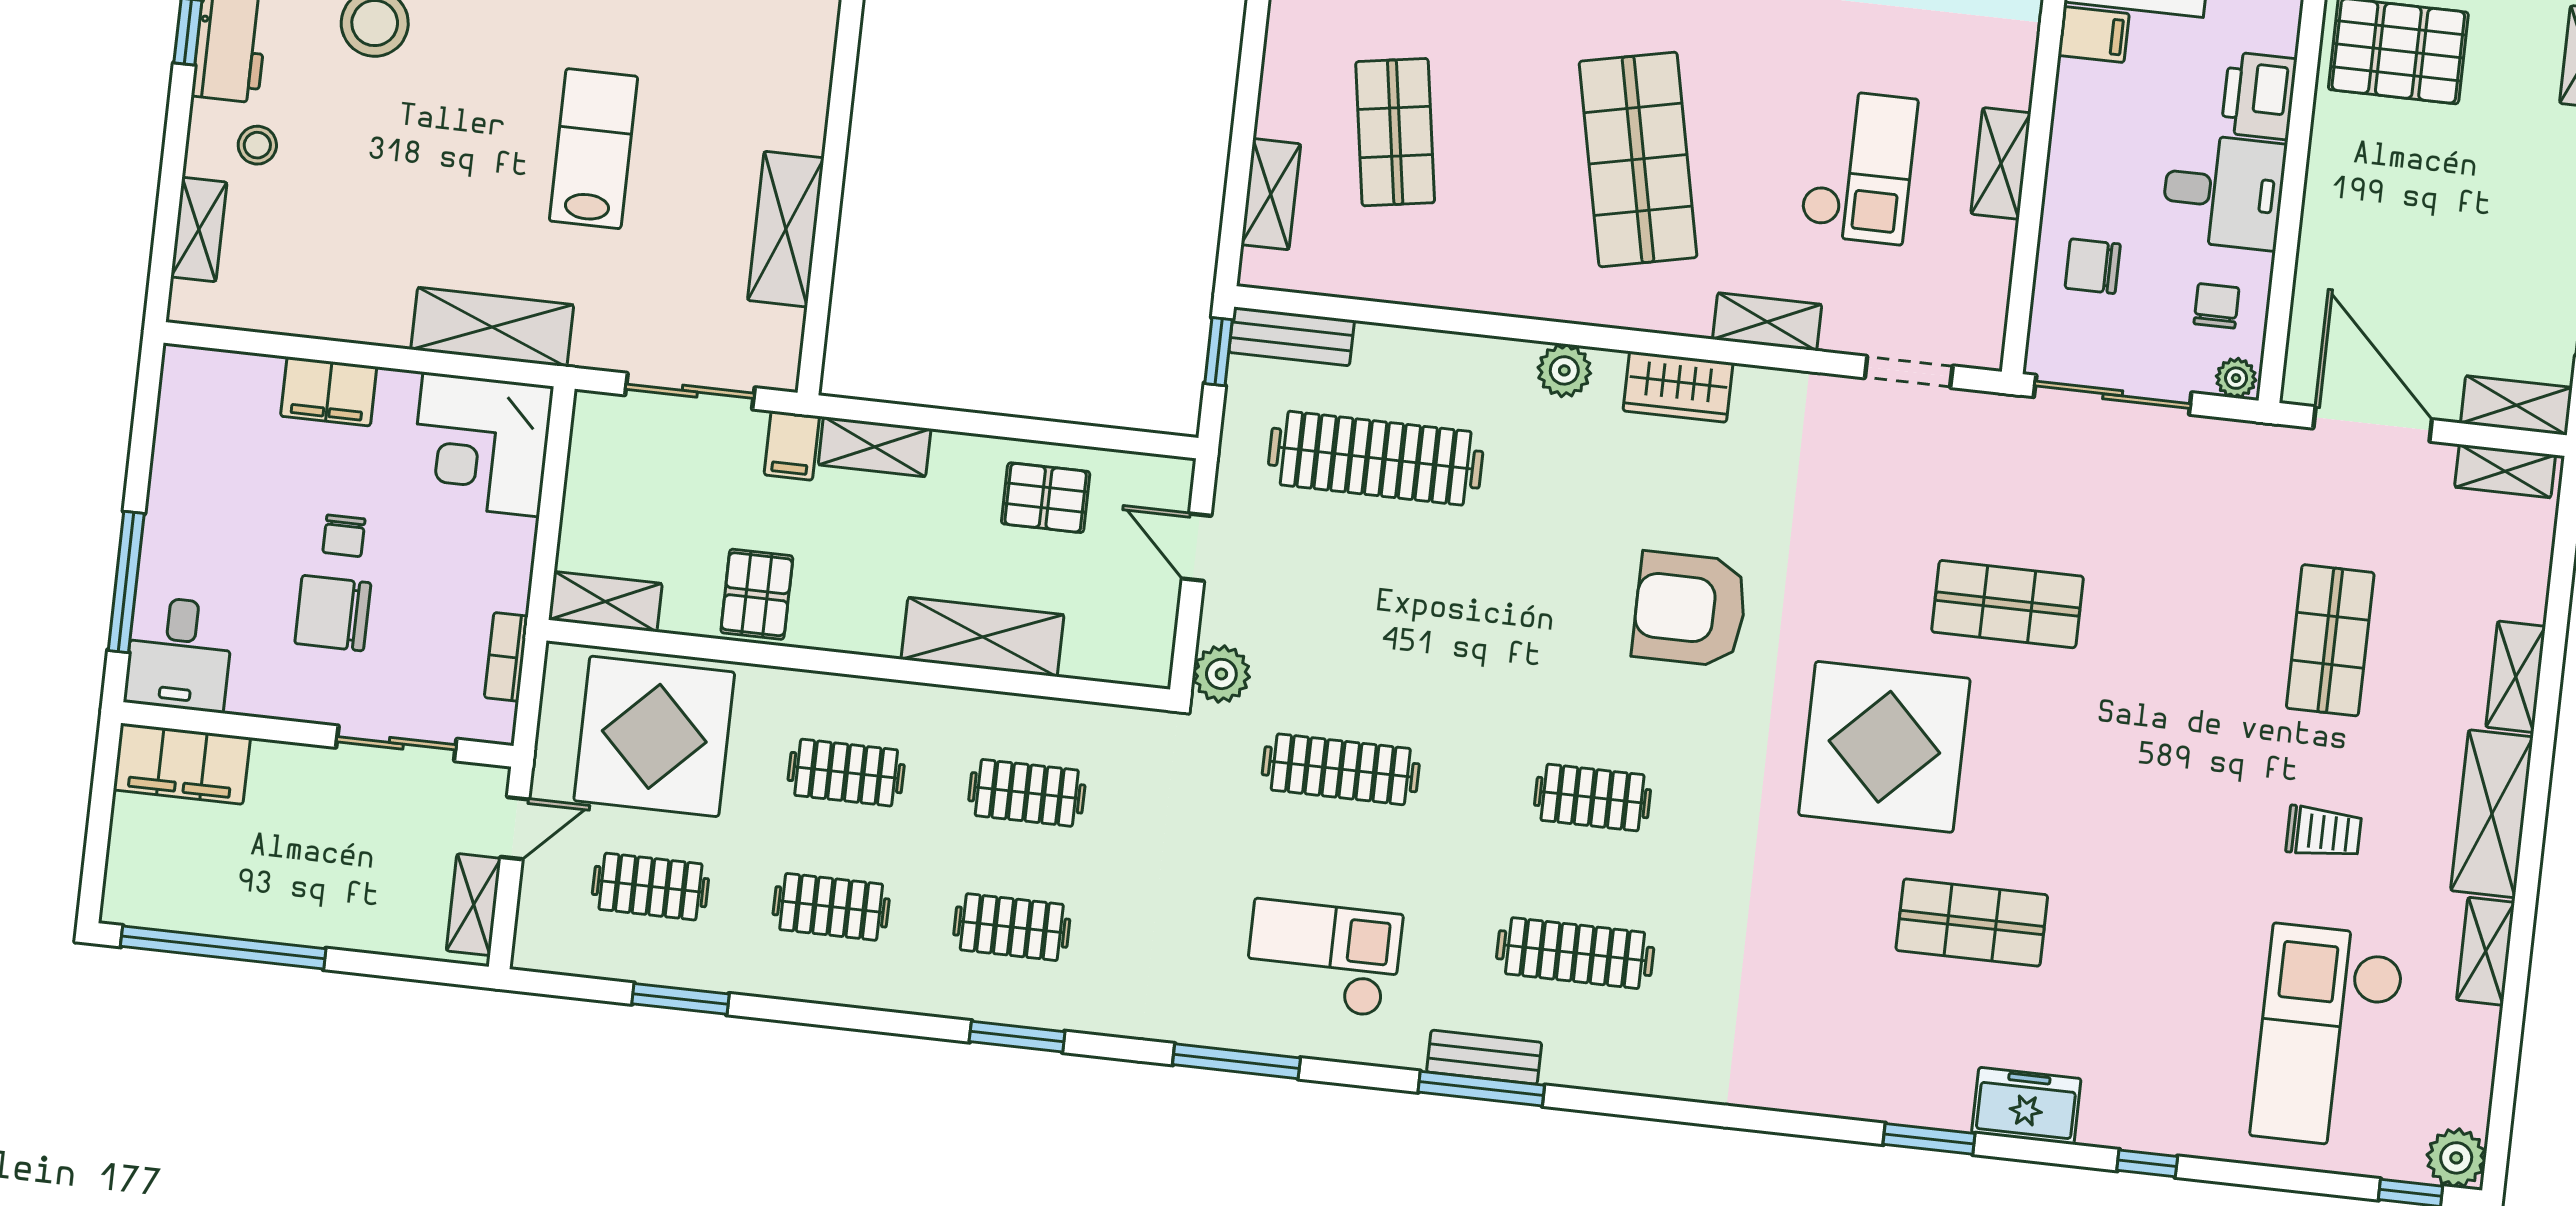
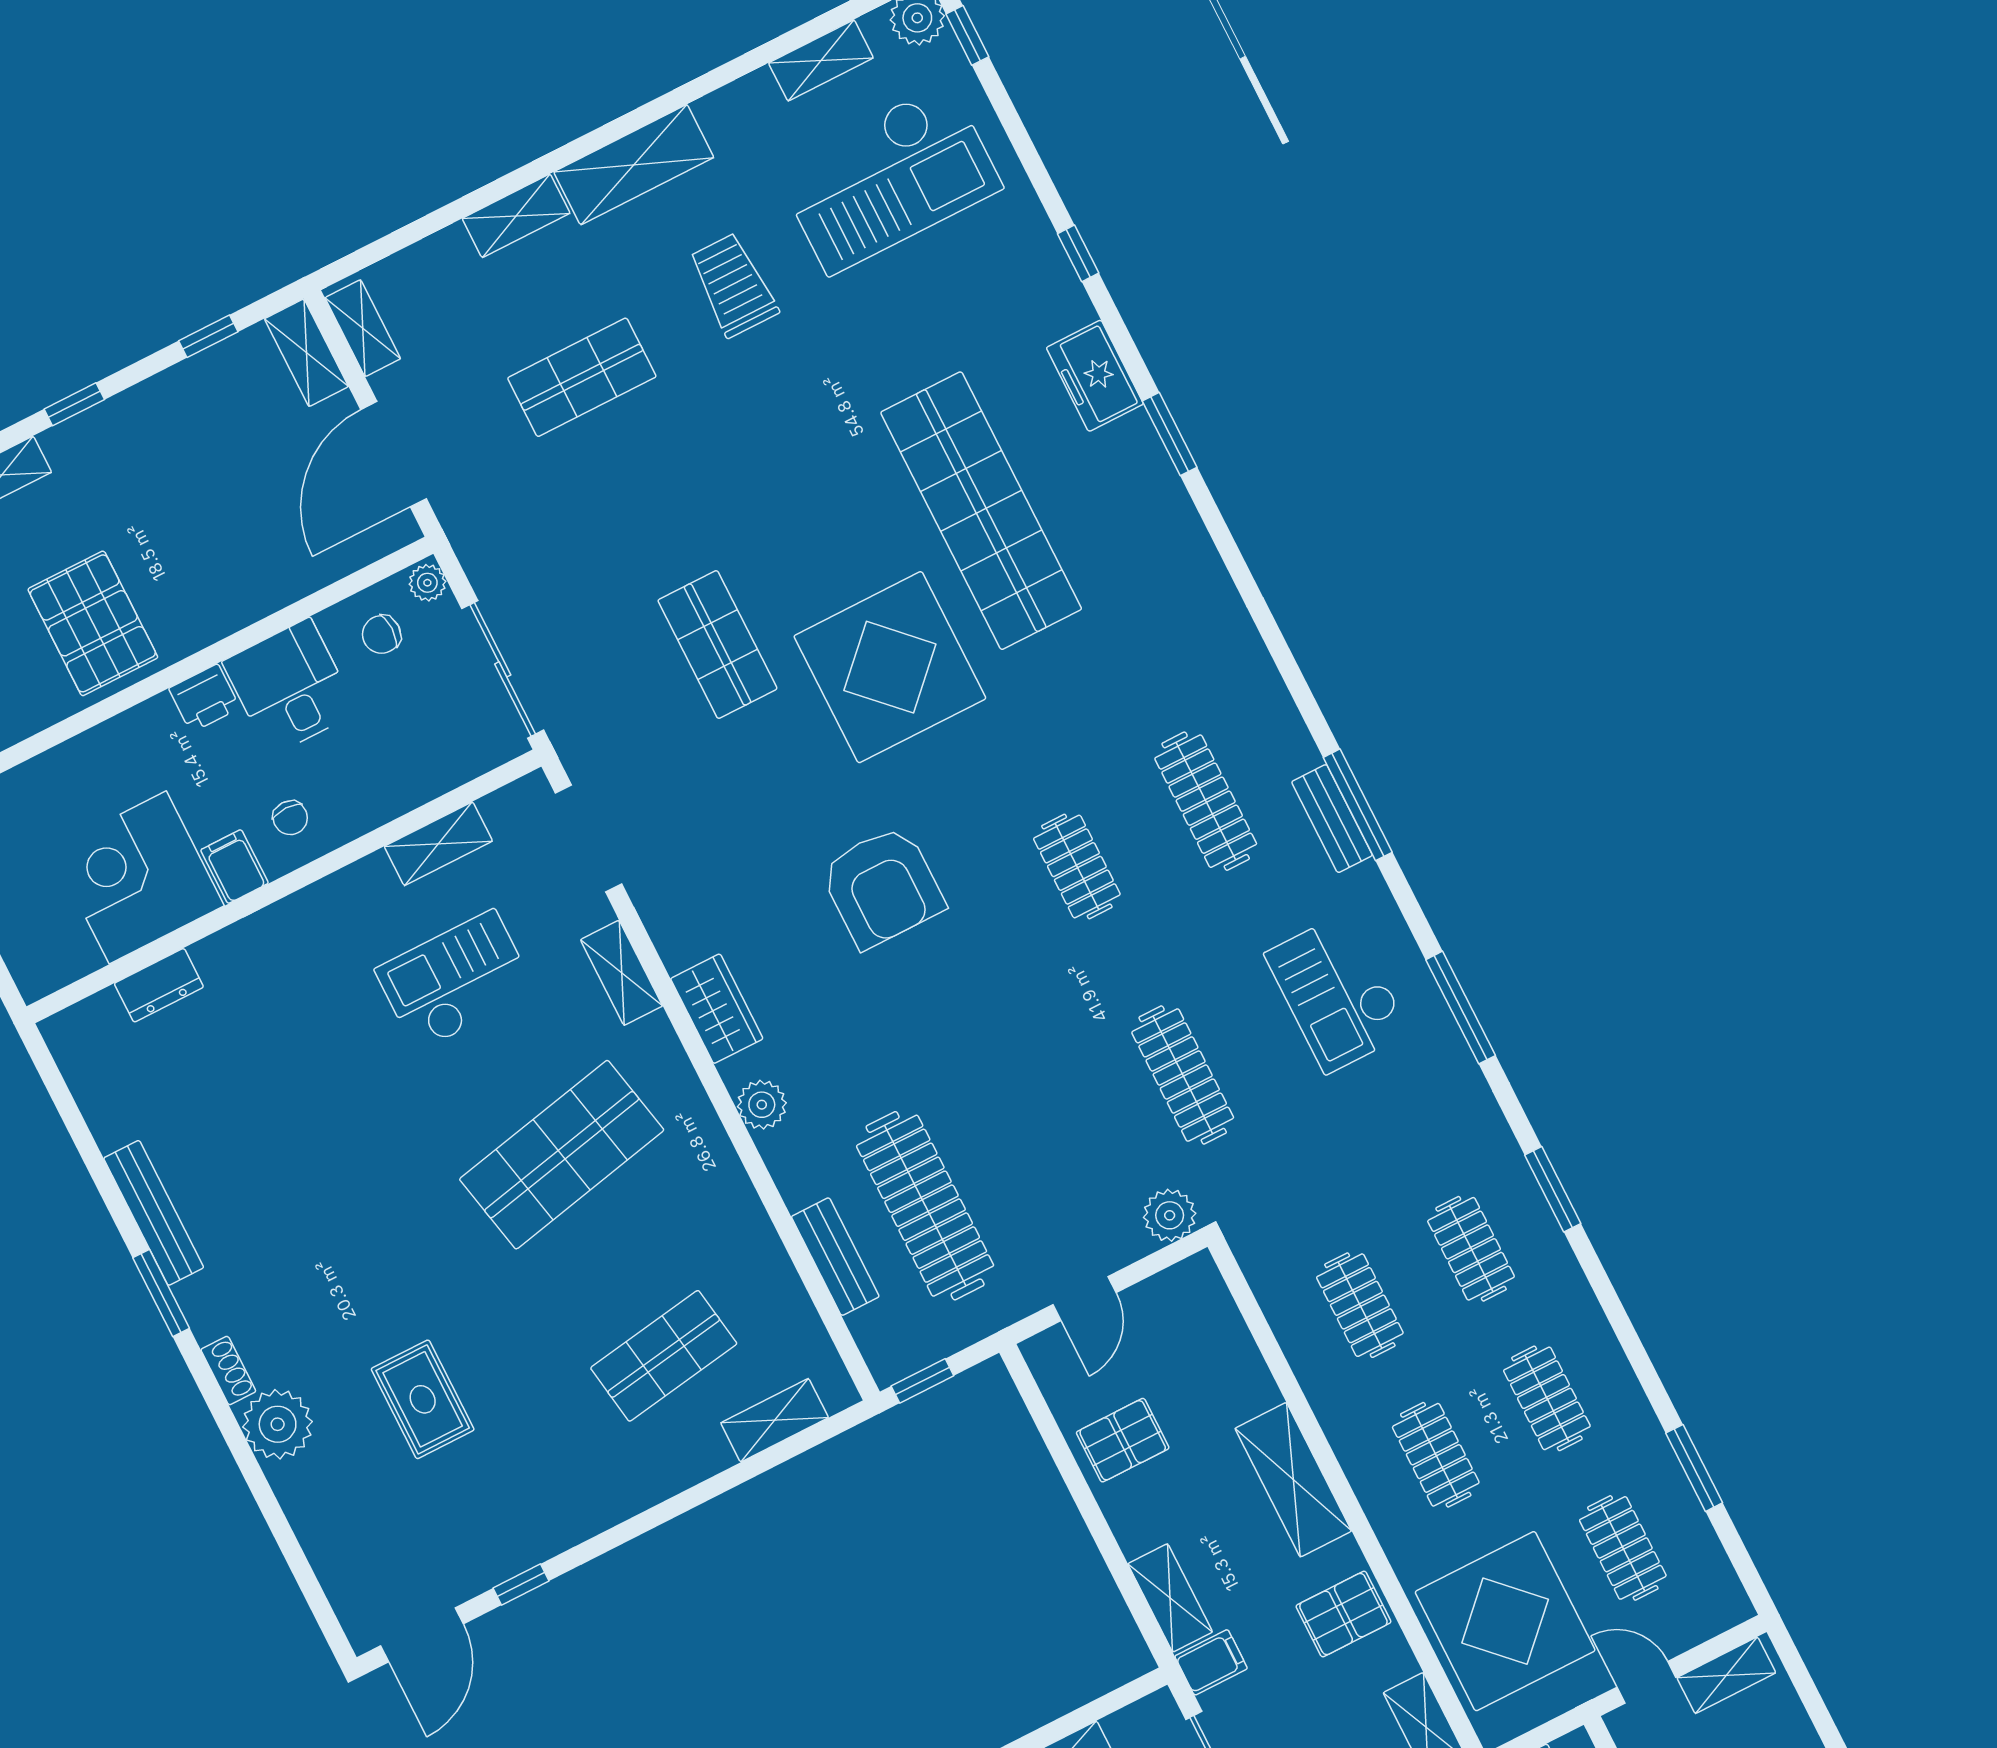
printer: (2259, 96) -> (204, 698), width x0.73, depth x0.81
shelving: (2001, 163) -> (438, 844), moved
chair: (2093, 266) -> (290, 818), moved, width x0.73, depth x0.73
bench: (1292, 336) -> (835, 1257), moved
doorway: (1909, 372) -> (588, 838), width x1.38
pallet: (1046, 498) -> (1123, 1440), turned 90
shelving: (983, 637) -> (1293, 1480), moved
trolley: (2324, 832) -> (733, 285), width x1.36, depth x1.39
shop shelf: (1972, 923) -> (981, 511), width x2.00, depth x1.36
shelving: (2486, 951) -> (821, 60), moved

